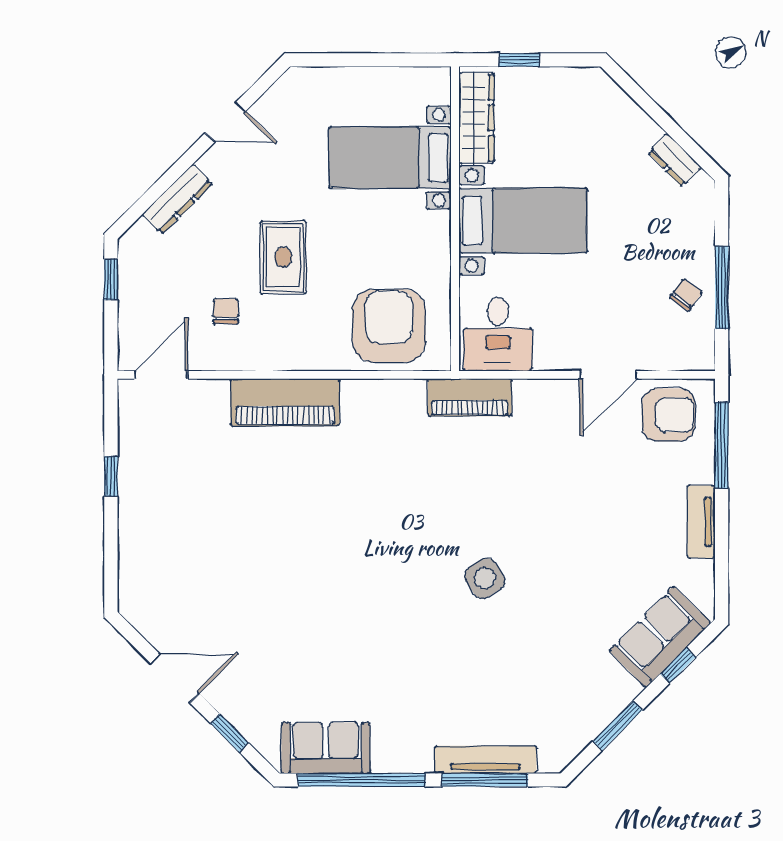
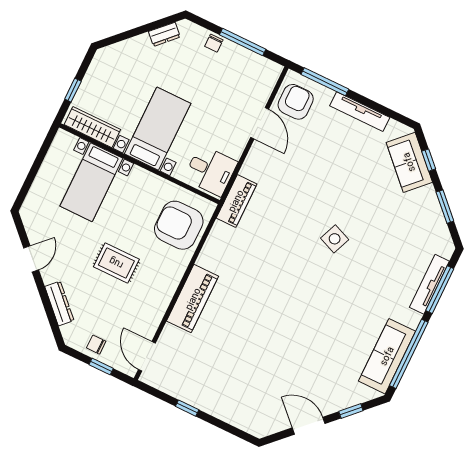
window: (111, 279) -> (101, 367), moved
chair: (686, 295) -> (214, 43), moved, turned -126
chair: (226, 311) -> (96, 345), moved
tv unit: (701, 522) -> (360, 112), width x1.41
side table: (485, 578) -> (335, 239), turned -34
door: (175, 678) -> (309, 426), hinge flipped
sofa: (326, 748) -> (387, 356), width x1.36

